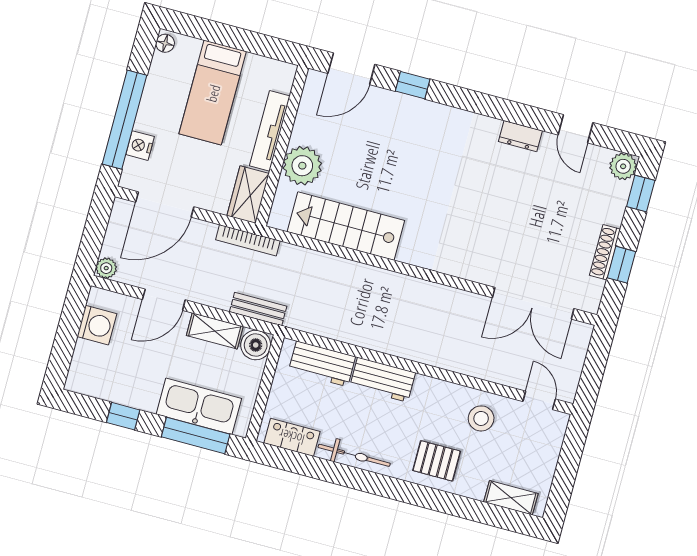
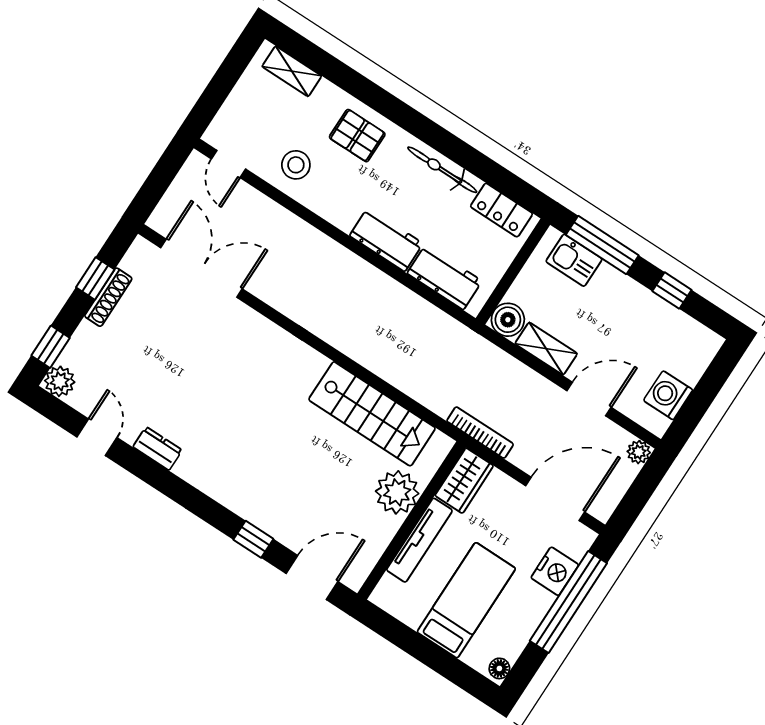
nightstand: (140, 146) -> (555, 571), width x1.36, depth x1.33
bench: (258, 309) -> (493, 357), removed
kitchen sink: (199, 406) -> (574, 260), width x0.53, depth x0.81

